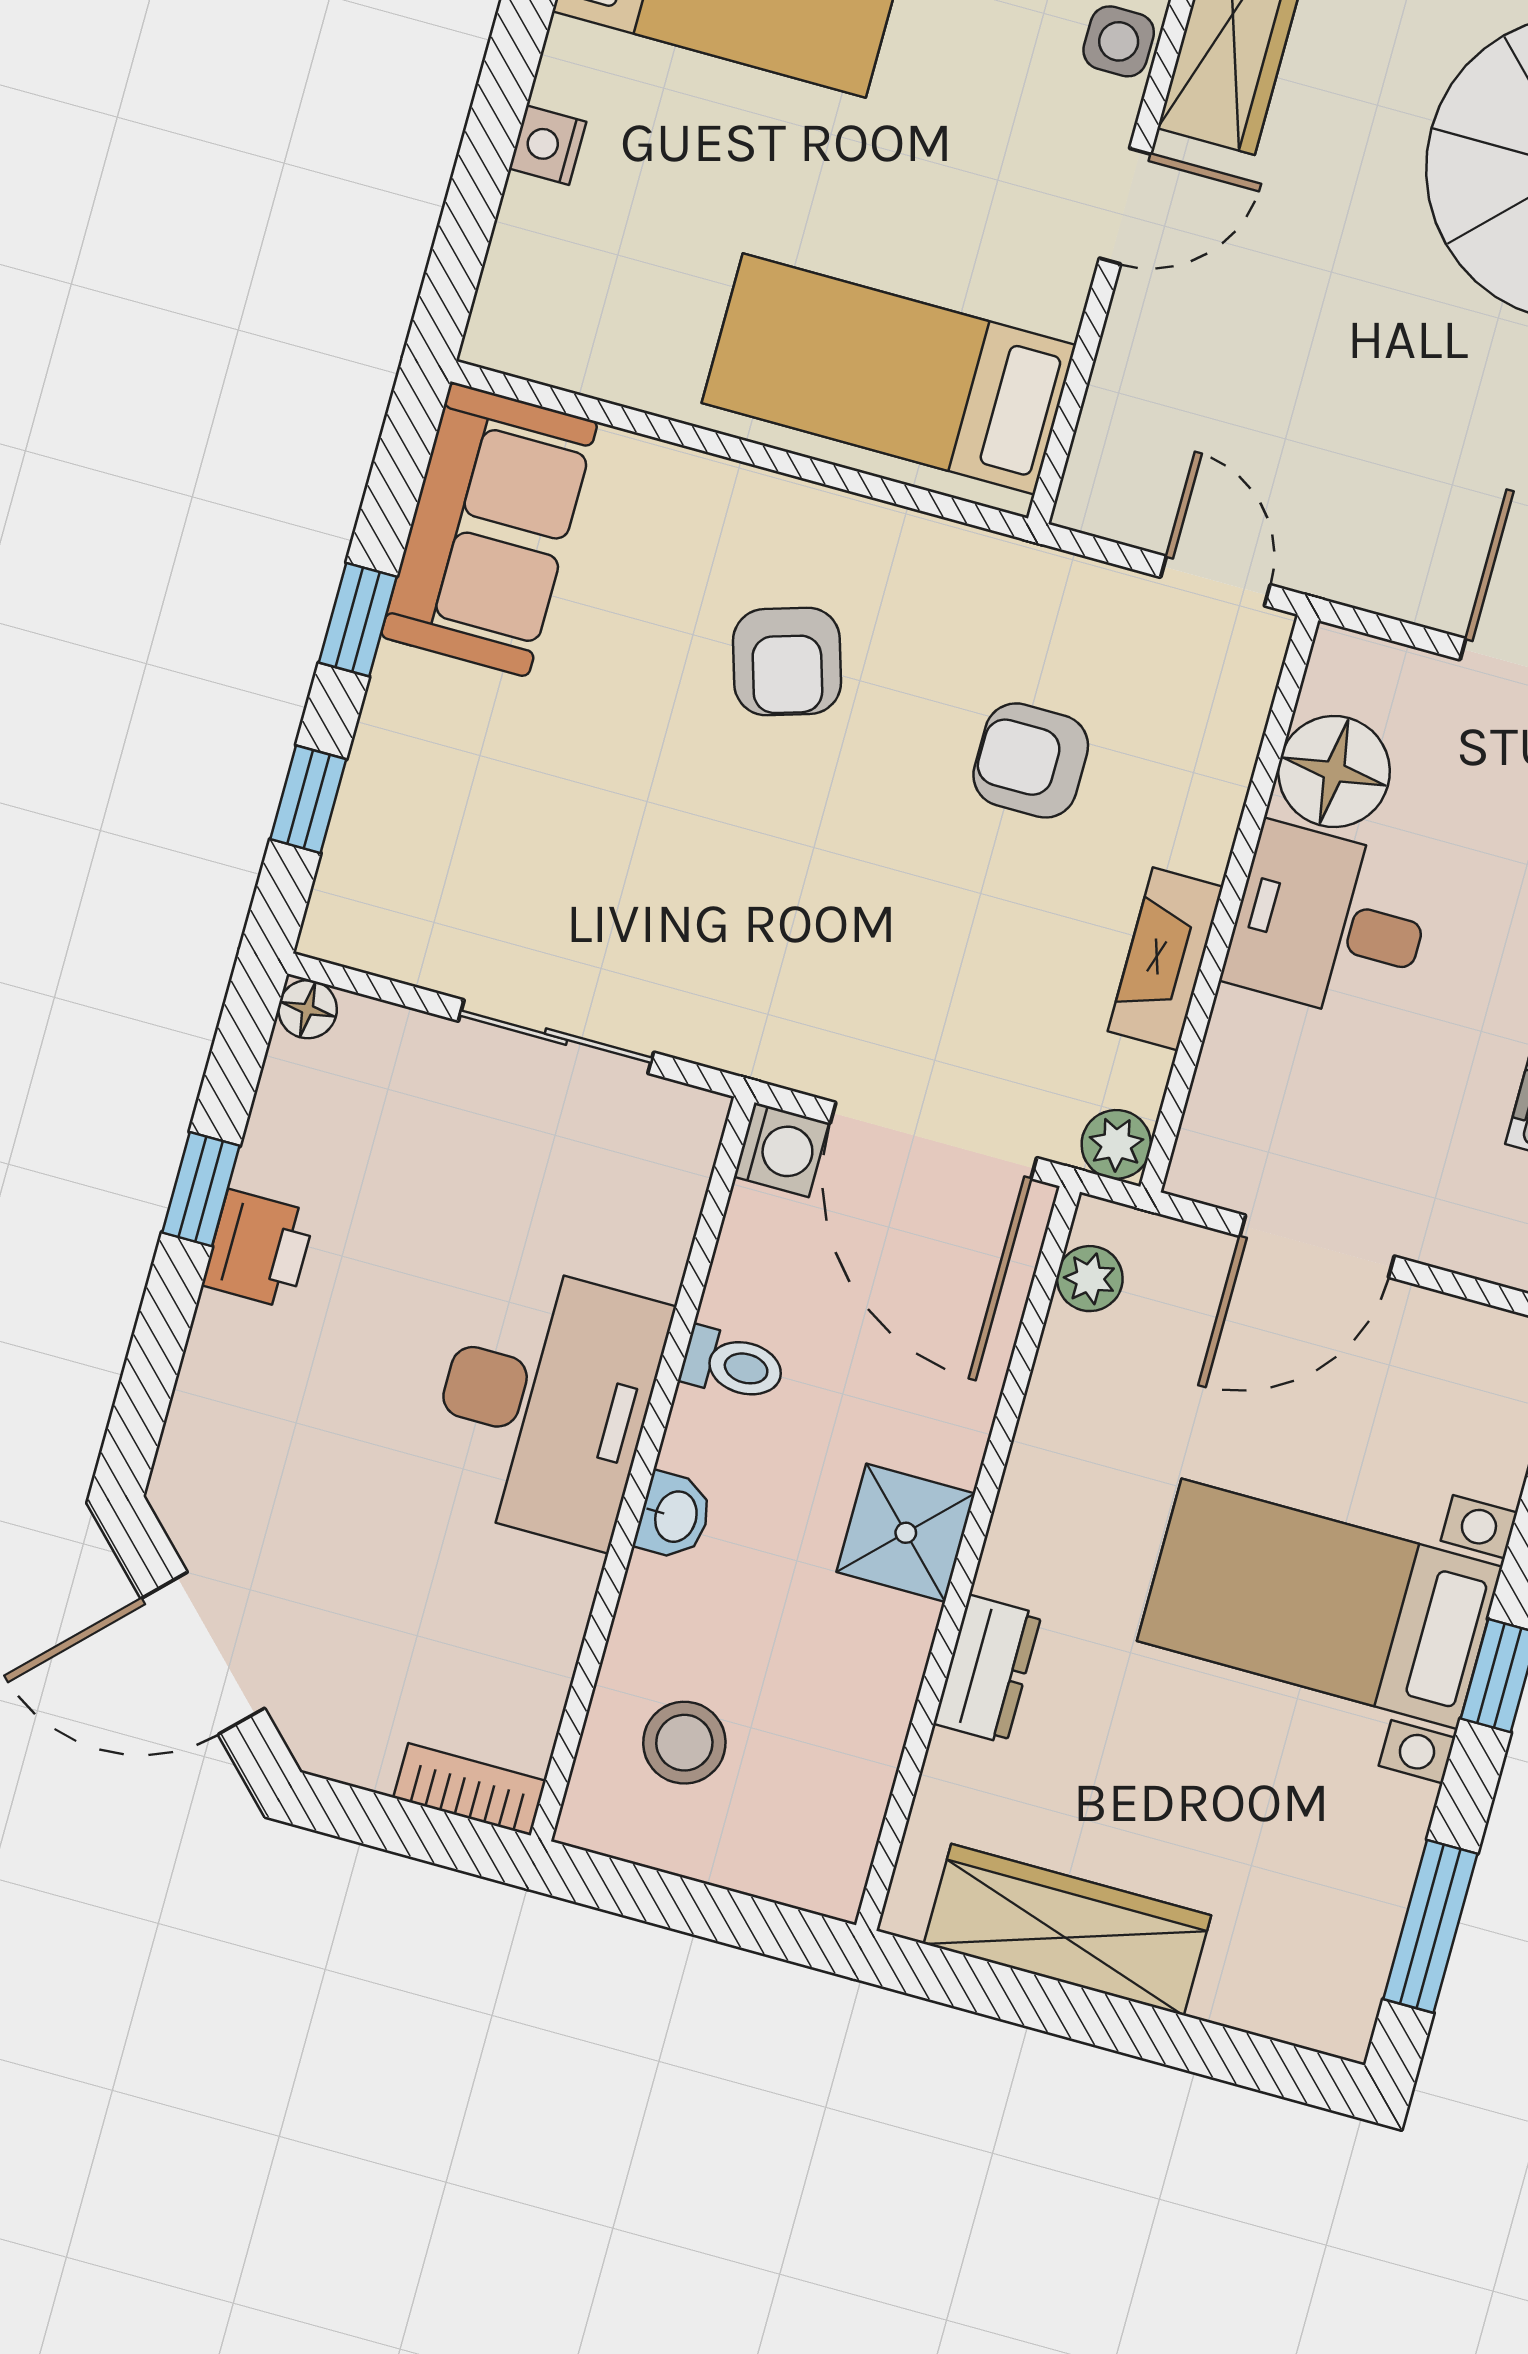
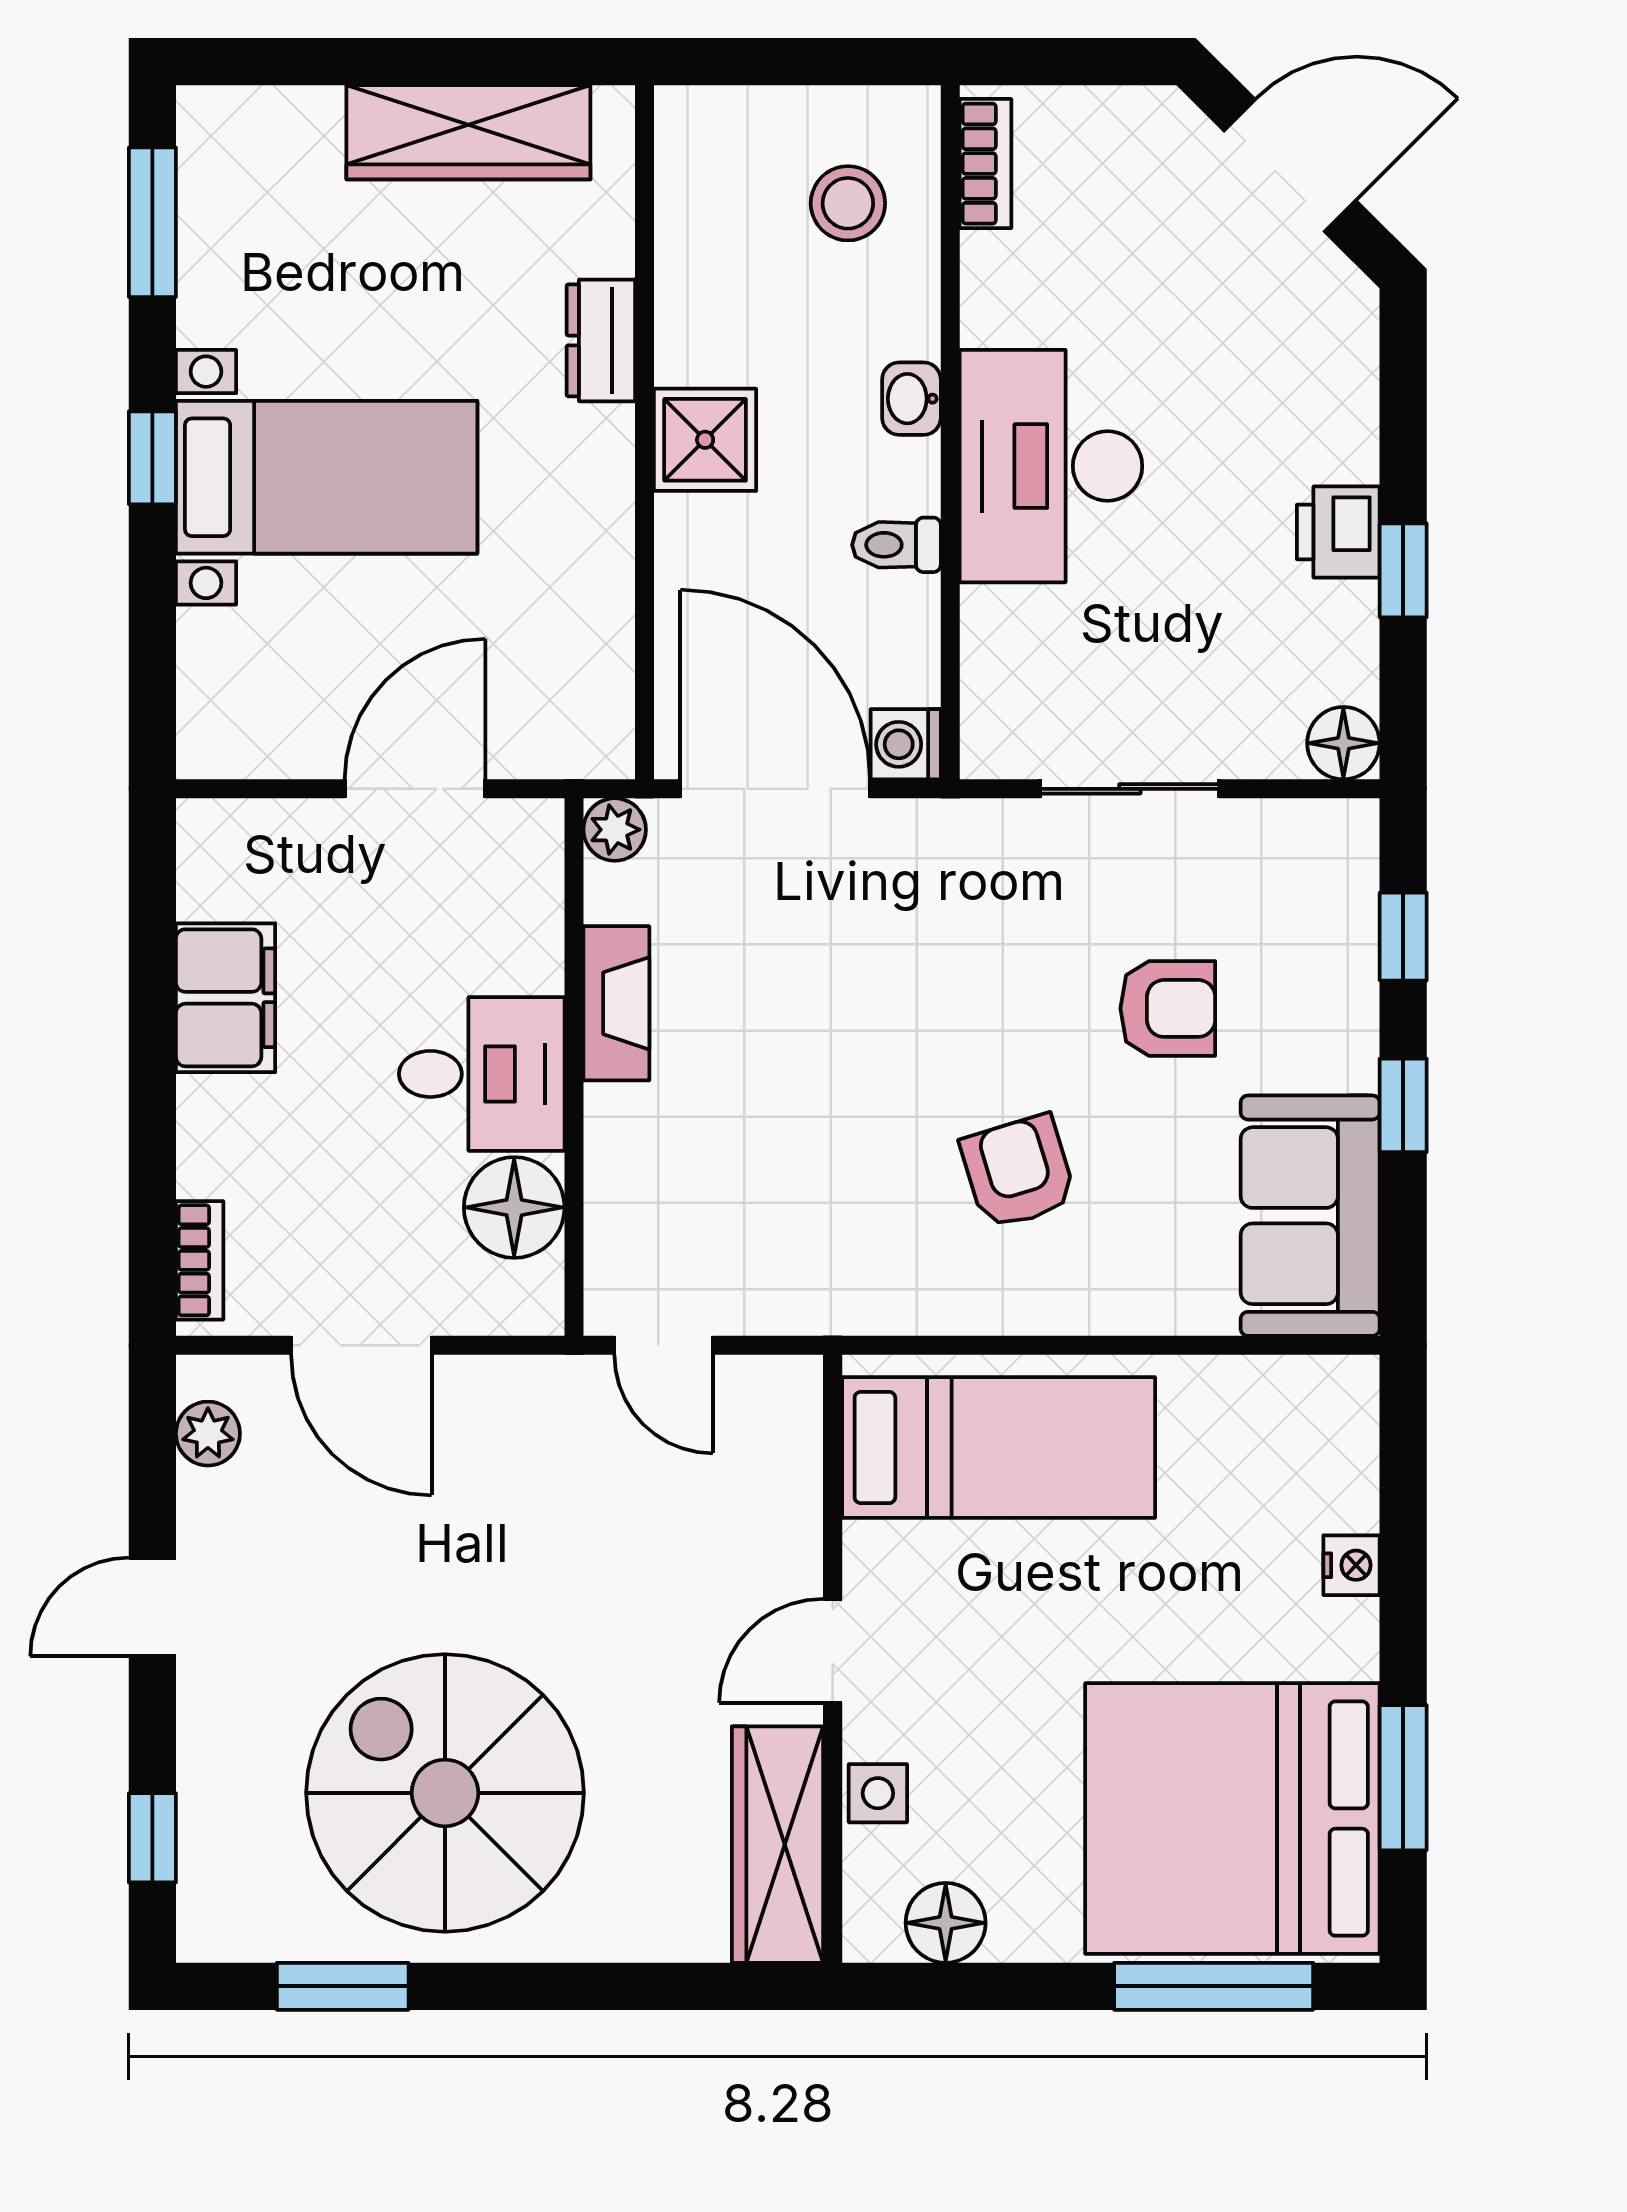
armchair: (1031, 760) -> (1168, 1008), moved
floor lamp: (308, 1009) -> (1343, 743), width x1.37, depth x1.37
plant: (1090, 1279) -> (606, 706), removed
bookcase: (470, 1789) -> (985, 164), moved, turned -90

